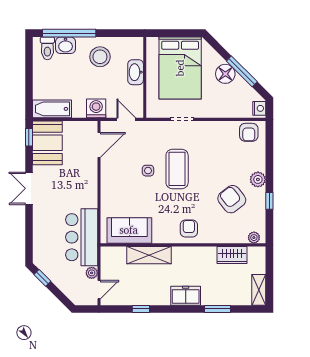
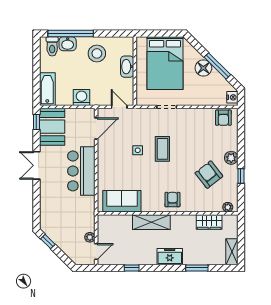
washing machine: (96, 108) -> (82, 97), moved
bathtub: (52, 109) -> (47, 89), moved, turned 90
coffee table: (177, 169) -> (162, 149), width x0.73, depth x0.76
bar counter: (82, 237) -> (81, 171), moved
shelving: (149, 255) -> (151, 222), moved

